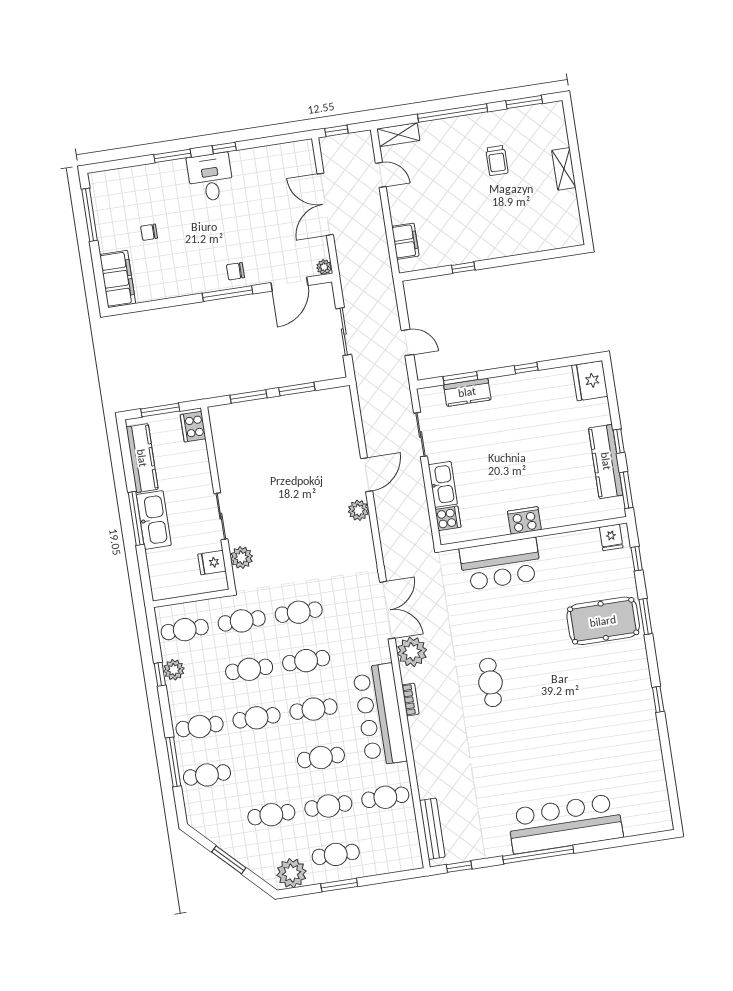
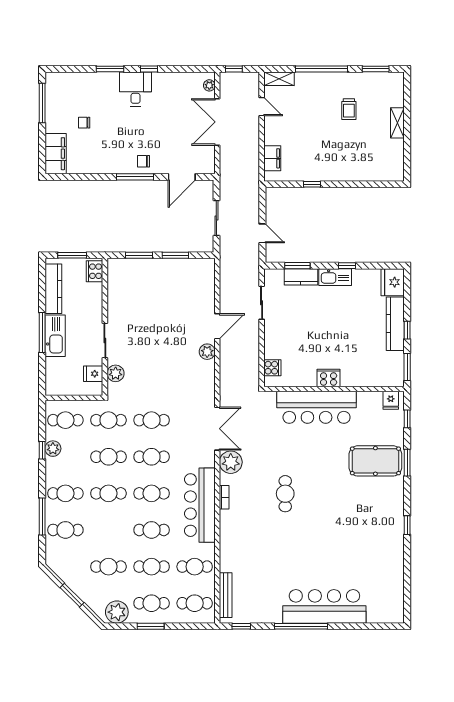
plant: (324, 267) -> (209, 85), moved
kitchen counter: (606, 461) -> (395, 324), moved
kitchen sink: (443, 484) -> (335, 277), moved, turned 90
bar counter: (500, 564) -> (317, 407), width x1.36
cafe table: (393, 846) -> (195, 603), added

